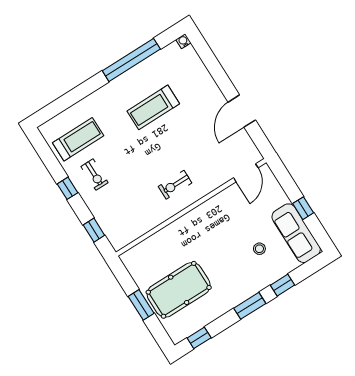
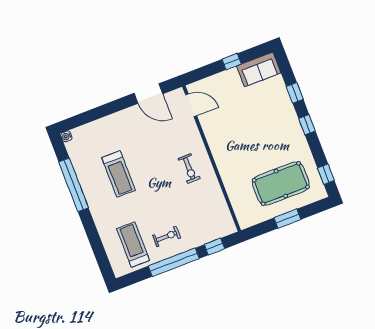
door: (242, 111) -> (148, 94), moved
window: (67, 188) -> (174, 262), width x3.17
sofa: (296, 233) -> (259, 69), width x0.73
stool: (259, 249) -> (259, 107), removed
pool table: (179, 290) -> (281, 184), turned 90
window: (250, 306) -> (307, 125), width x0.67

